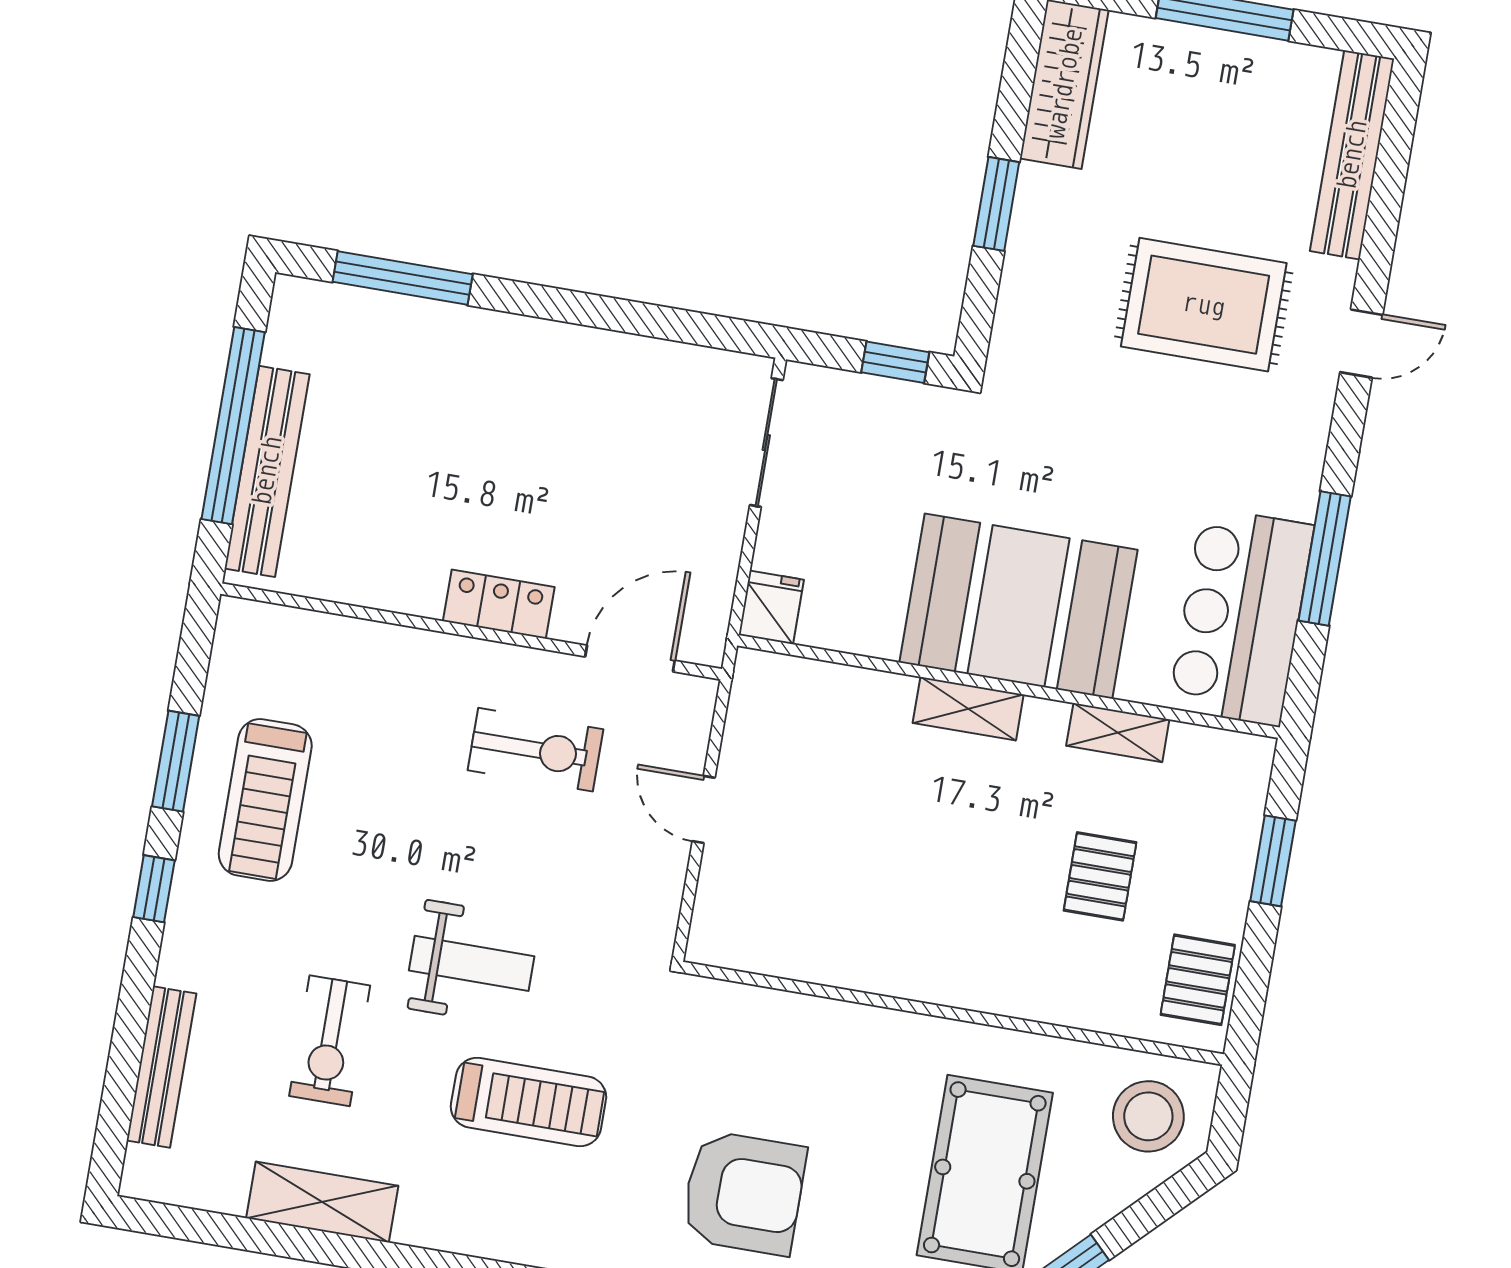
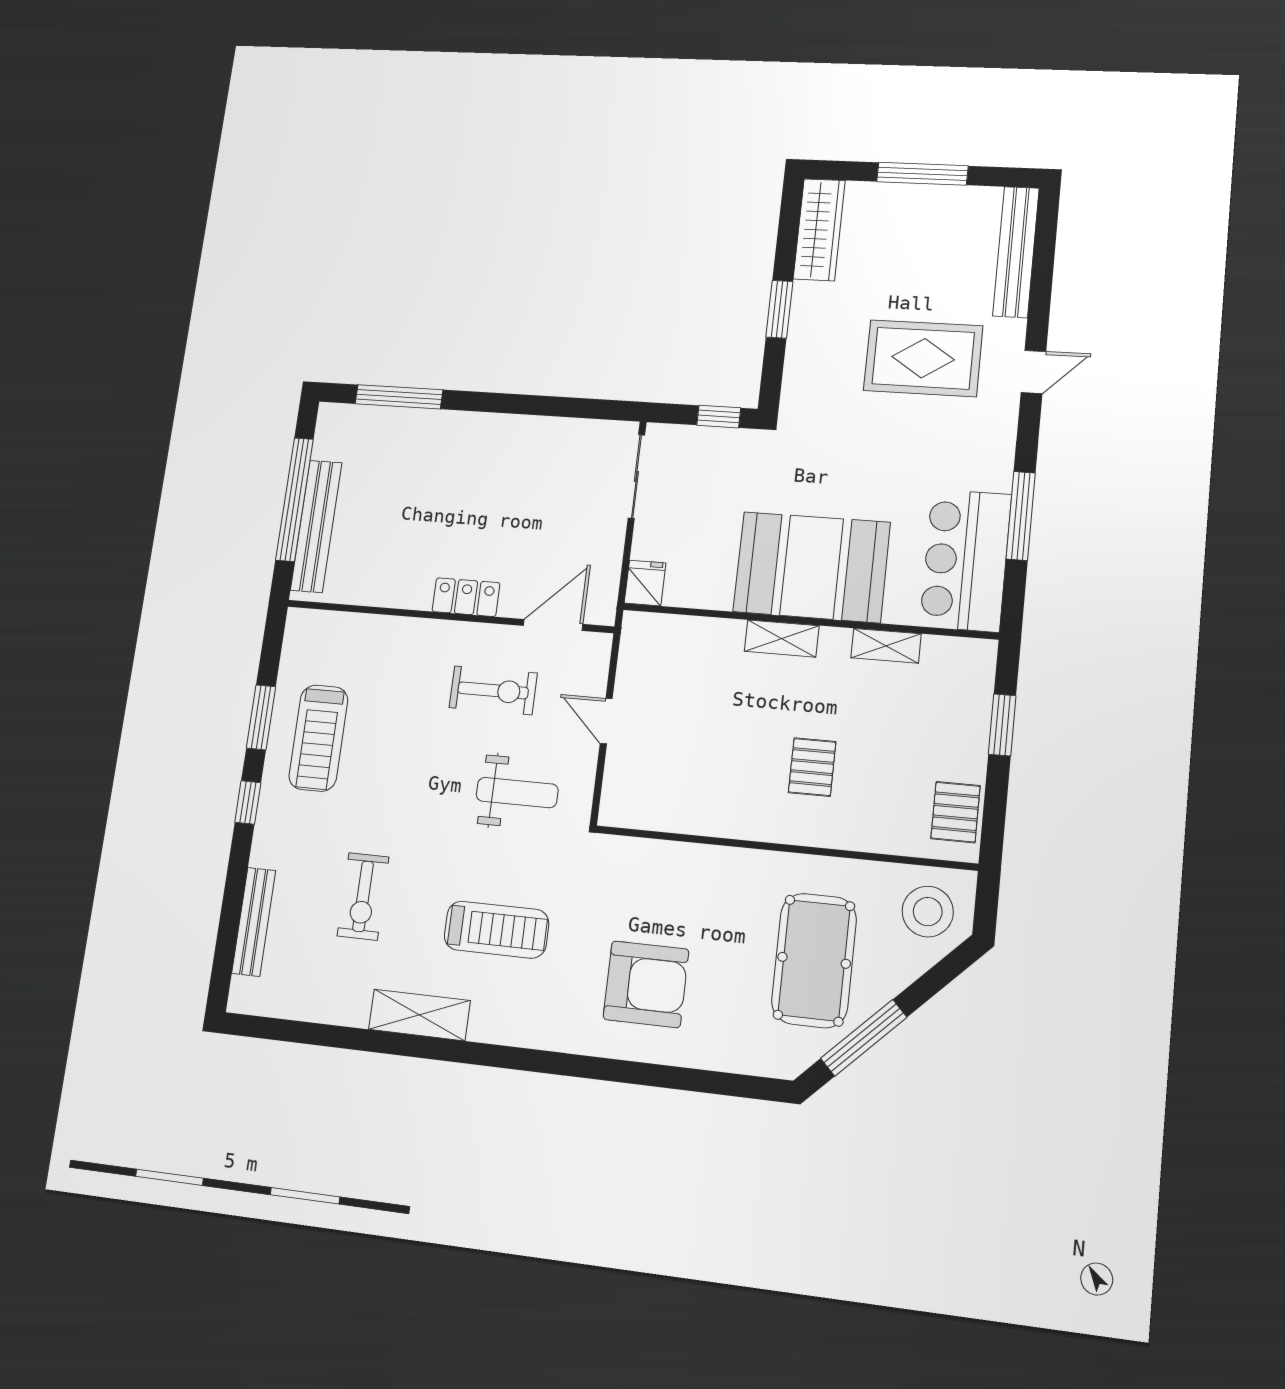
pallet: (1100, 876) -> (812, 767), moved
weight bench: (472, 963) -> (517, 793), moved
shelving: (322, 1202) -> (419, 1015), moved

